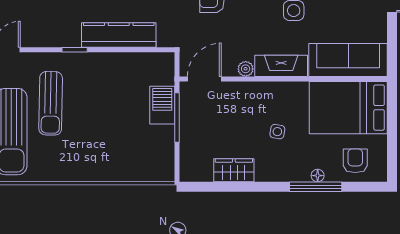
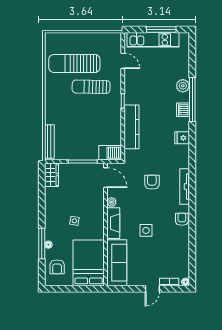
barbecue: (162, 105) -> (110, 153), moved
armchair: (355, 161) -> (57, 267), turned 90
wardrobe: (234, 170) -> (51, 175), moved
bench: (143, 174) -> (49, 141), added

